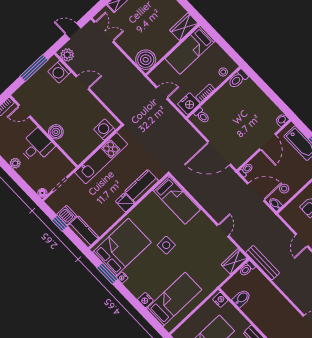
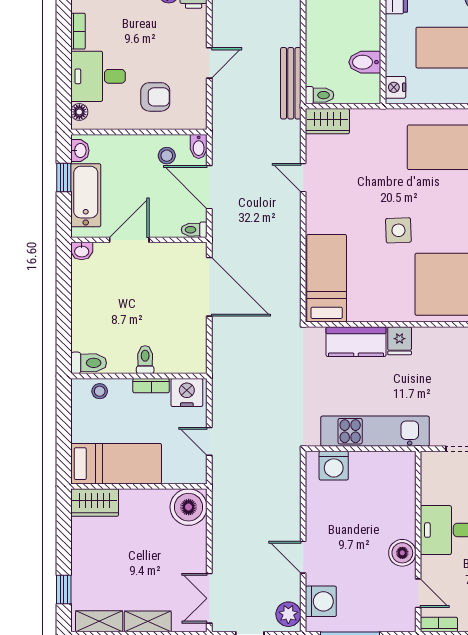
toilet: (202, 116) -> (145, 360), moved
boiler: (56, 132) -> (402, 553), moved
door: (223, 230) -> (303, 178), hinge flipped

